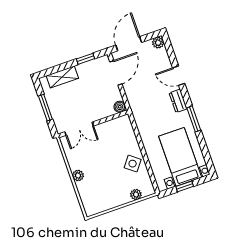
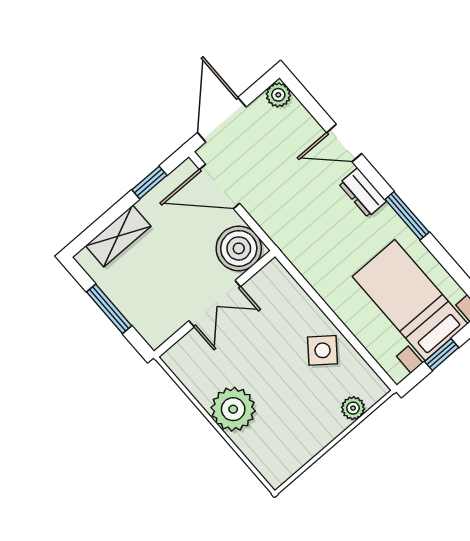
door: (116, 73) -> (220, 186), swing flipped
boiler: (120, 107) -> (239, 248), width x1.86, depth x1.86
double door: (79, 129) -> (215, 304), moved
plant: (78, 175) -> (233, 409), width x1.88, depth x1.88

